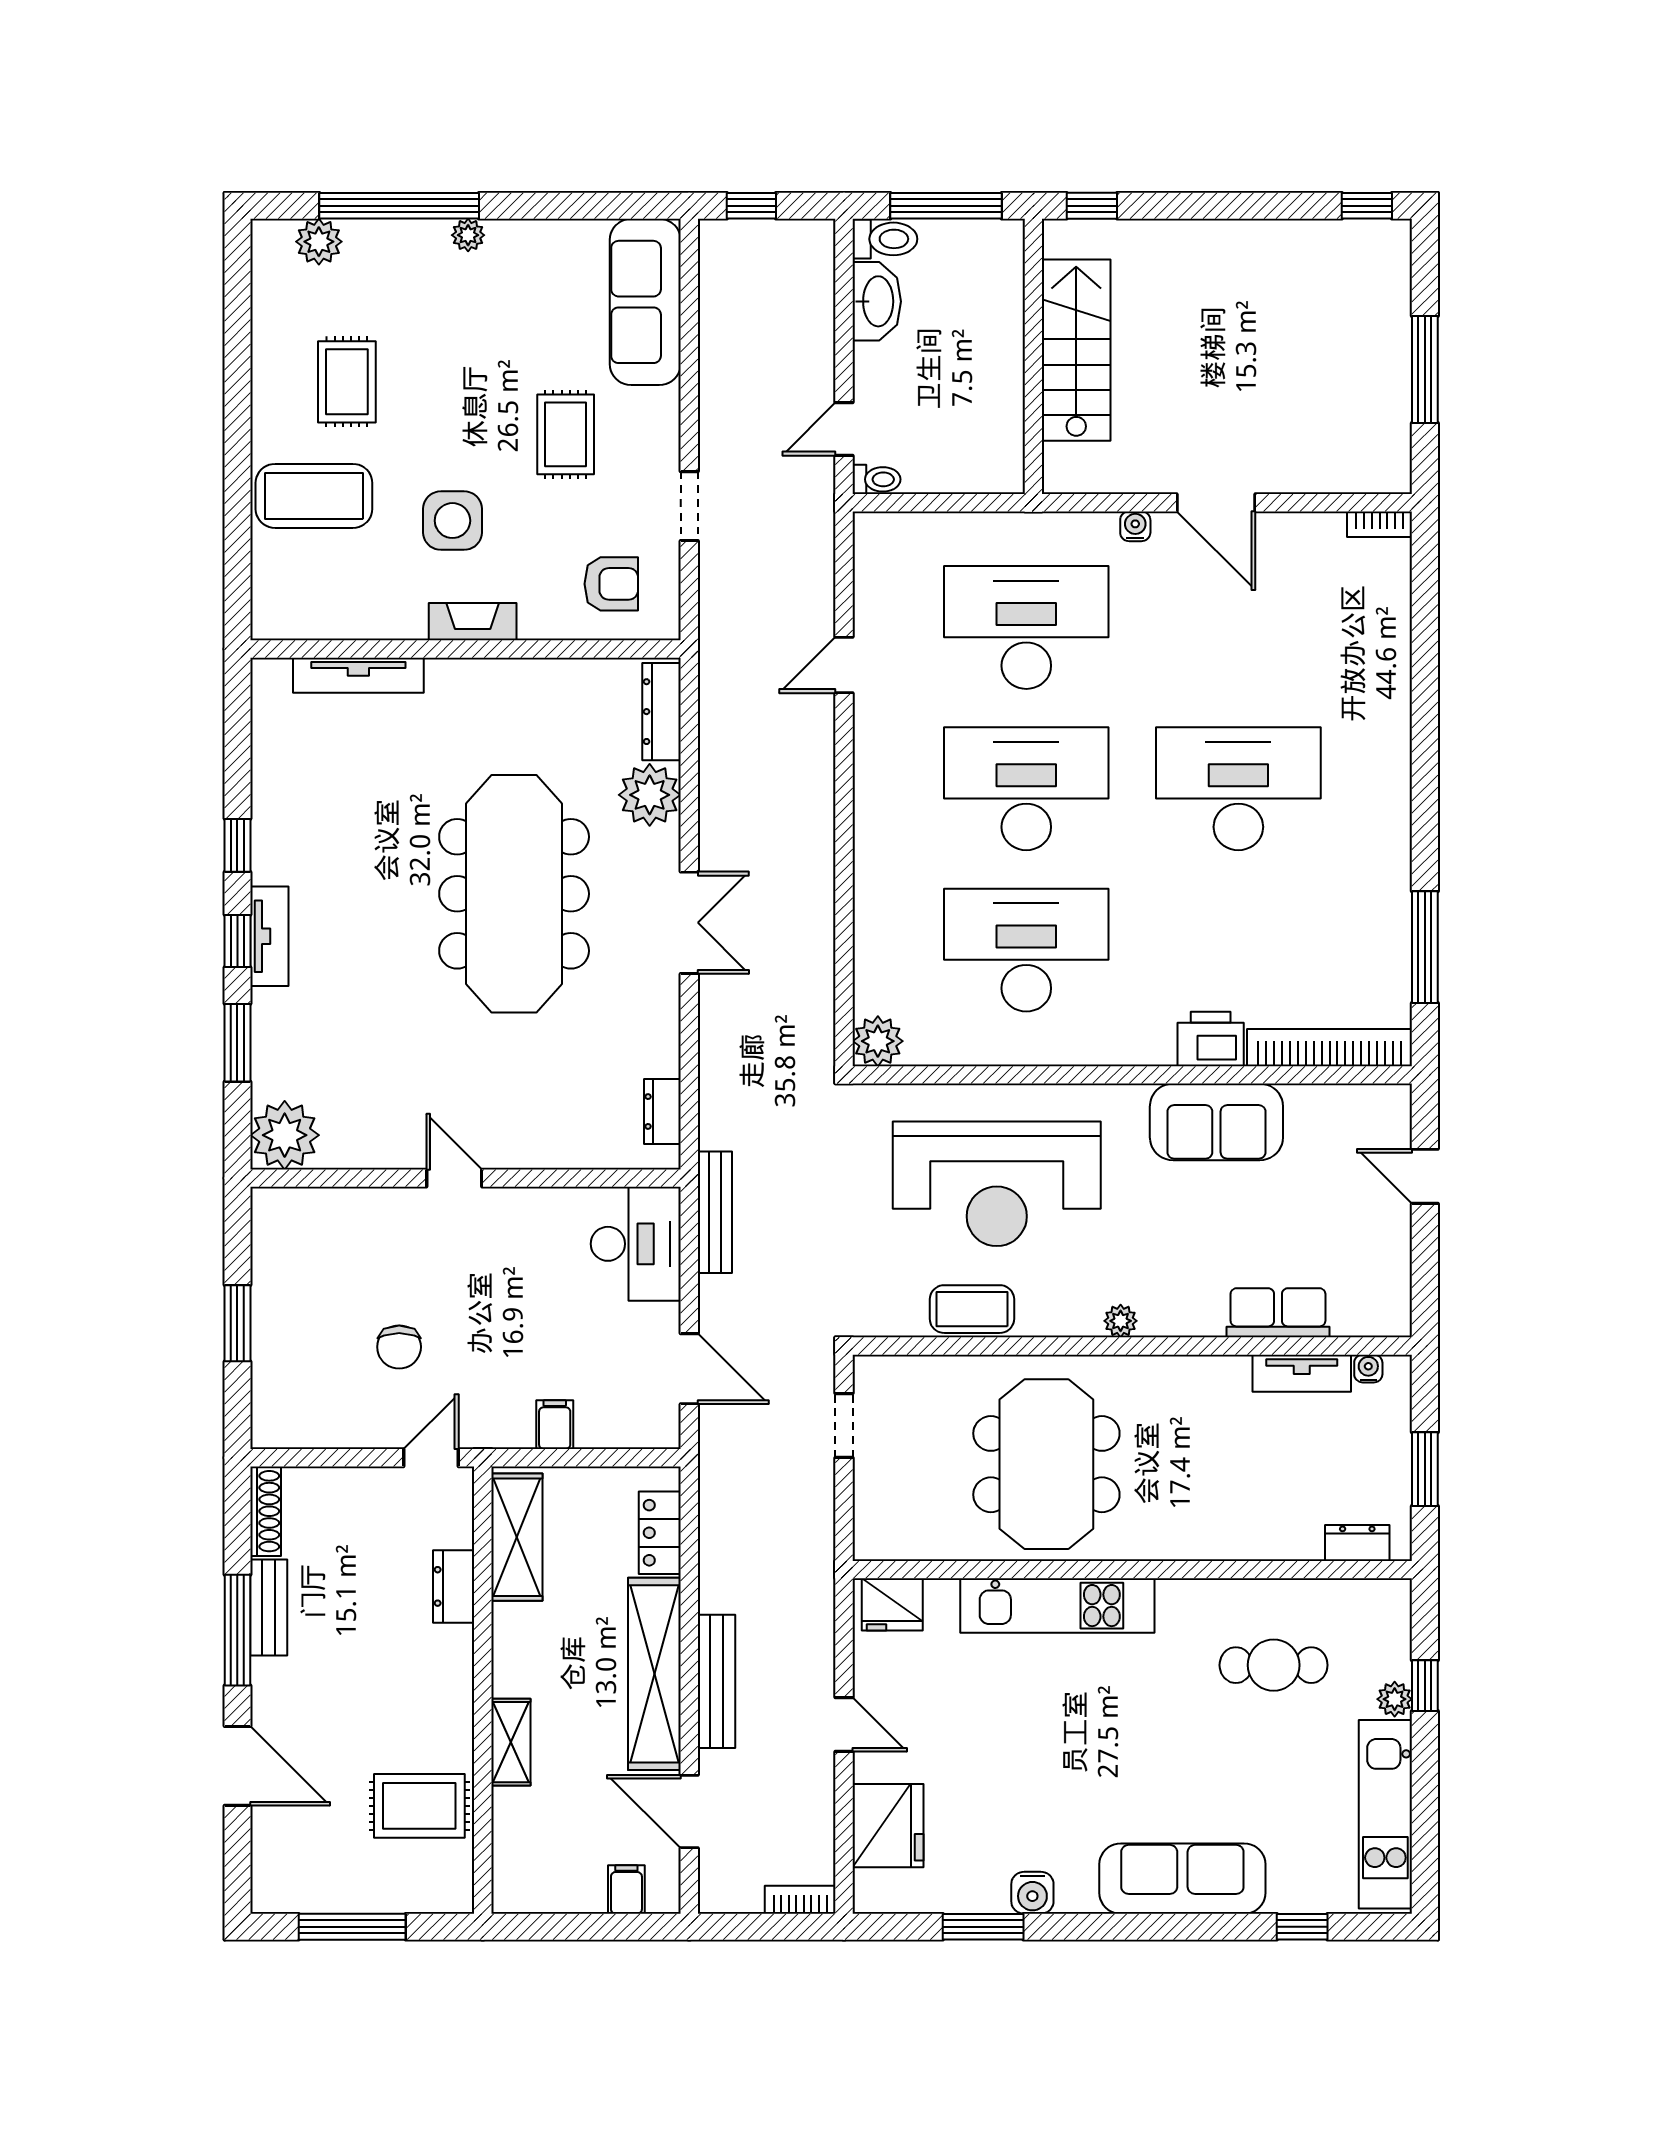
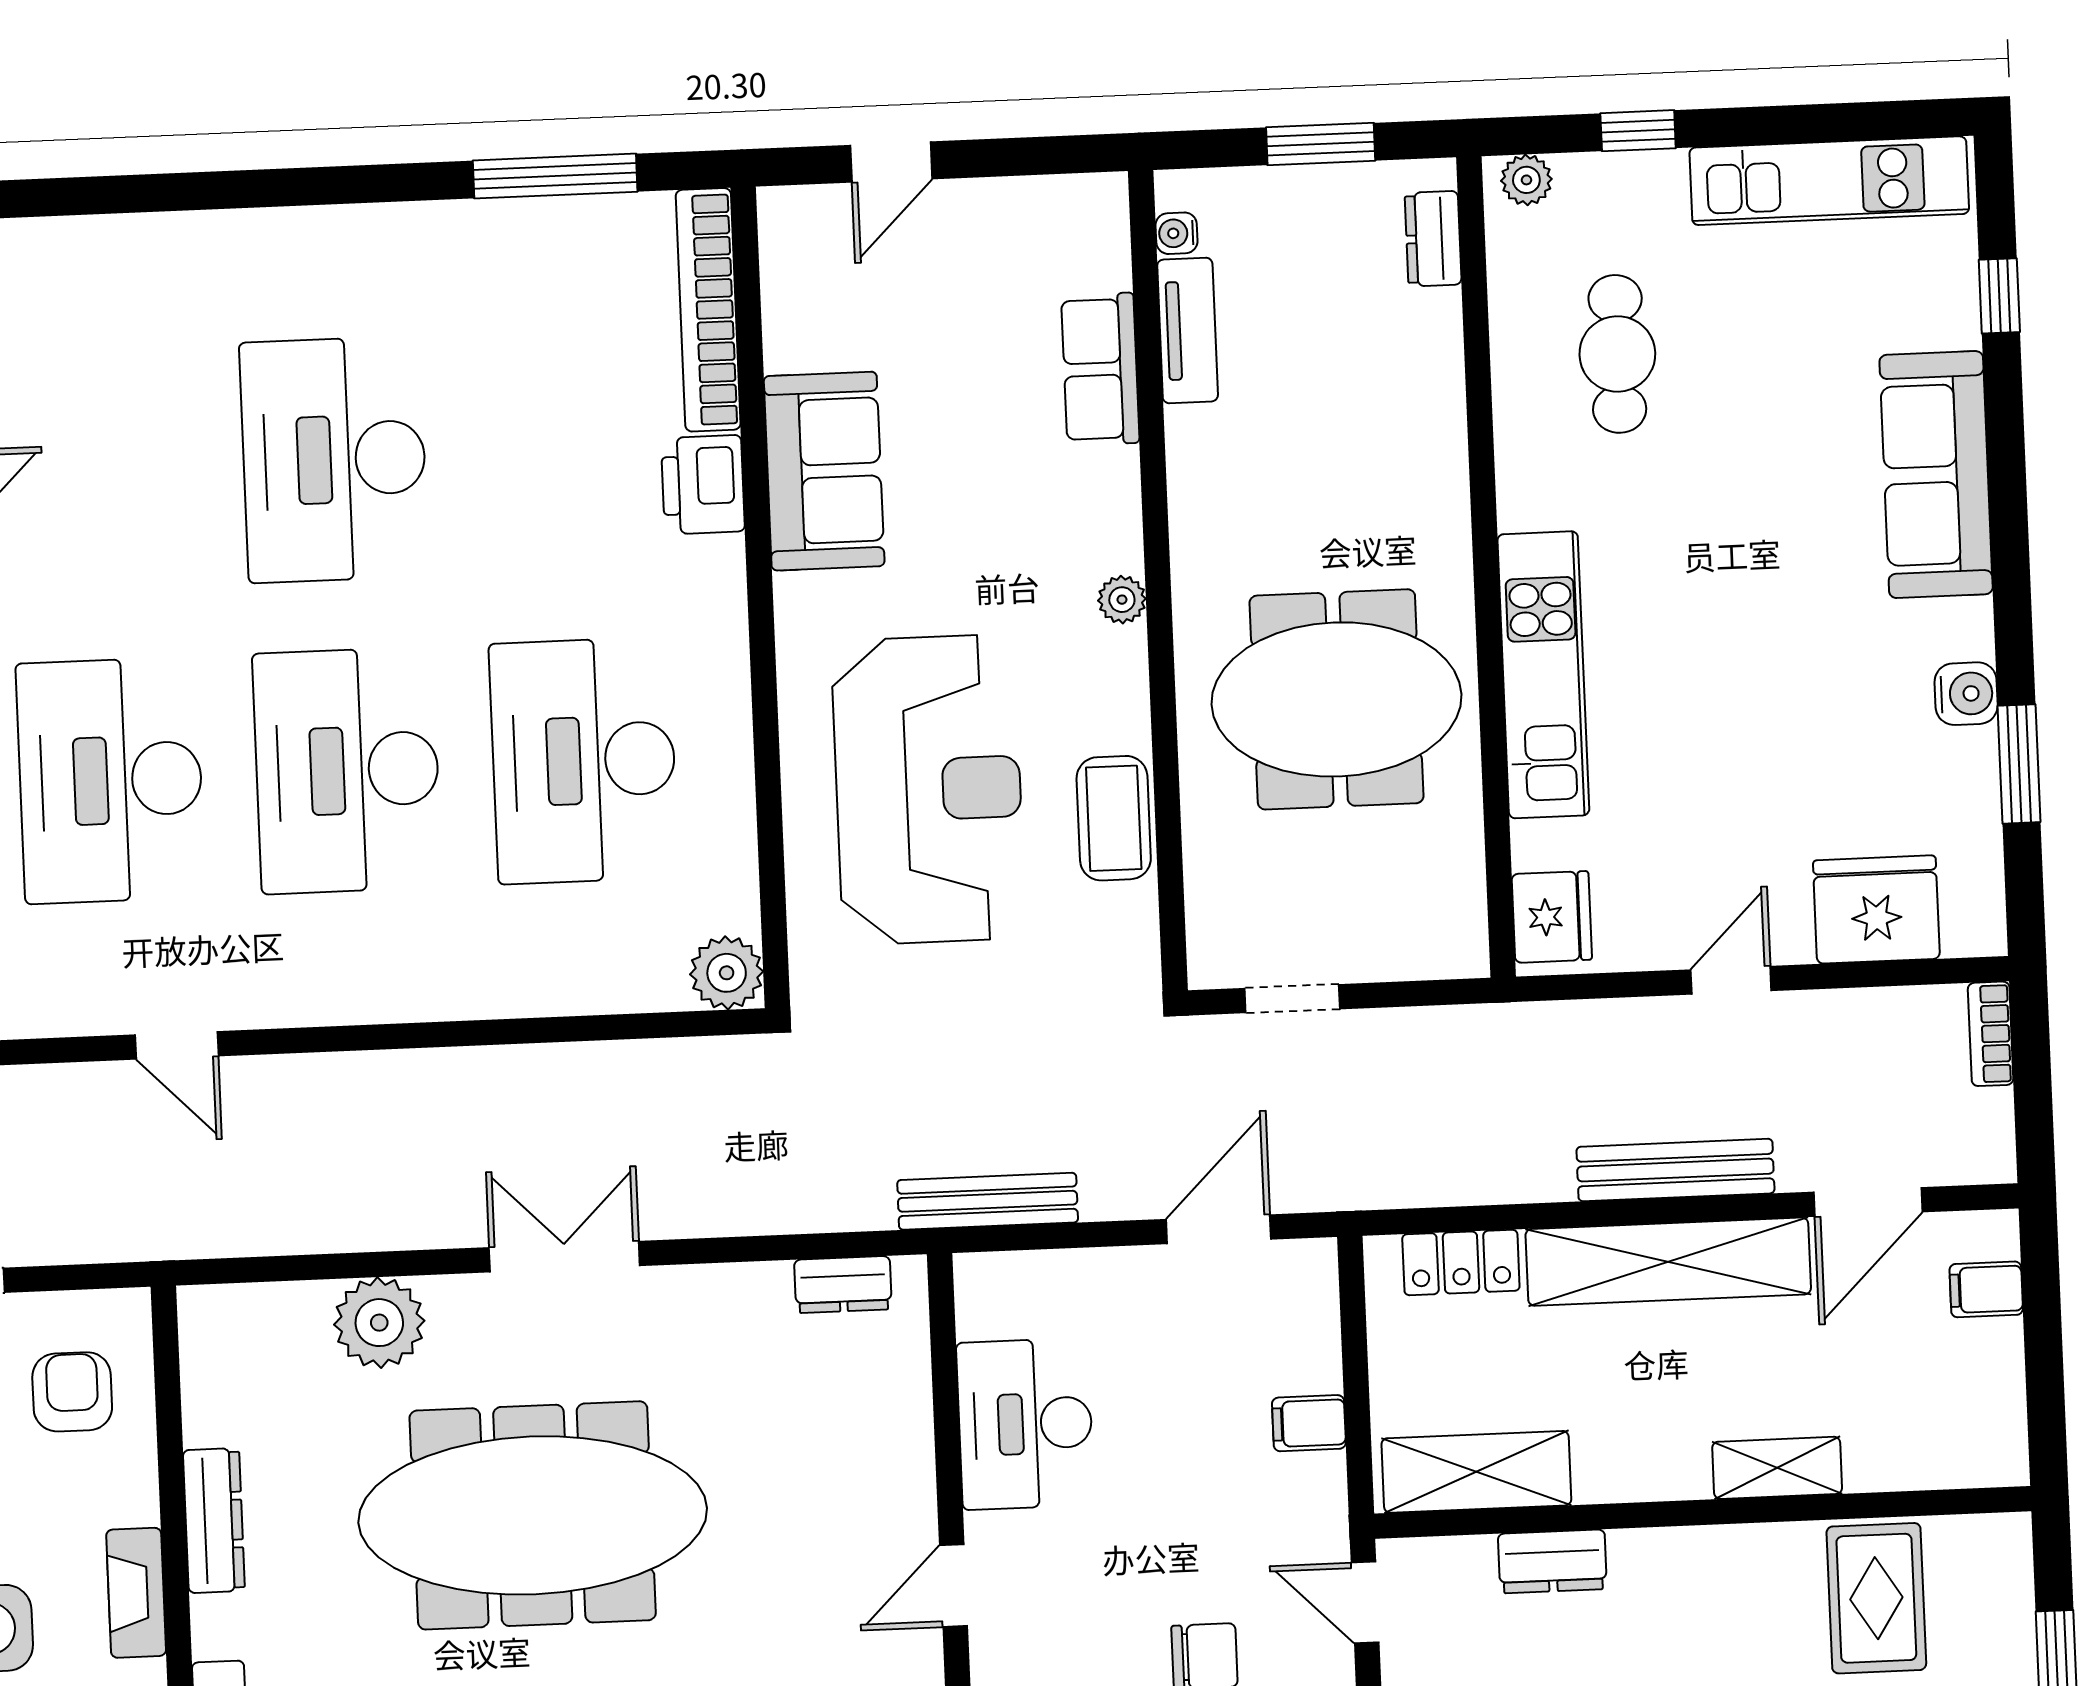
dresser: (661, 712) -> (214, 1521), moved, turned -90
desk: (636, 1244) -> (1025, 1424), moved, turned -90
plant: (1395, 1699) -> (1526, 180), moved

